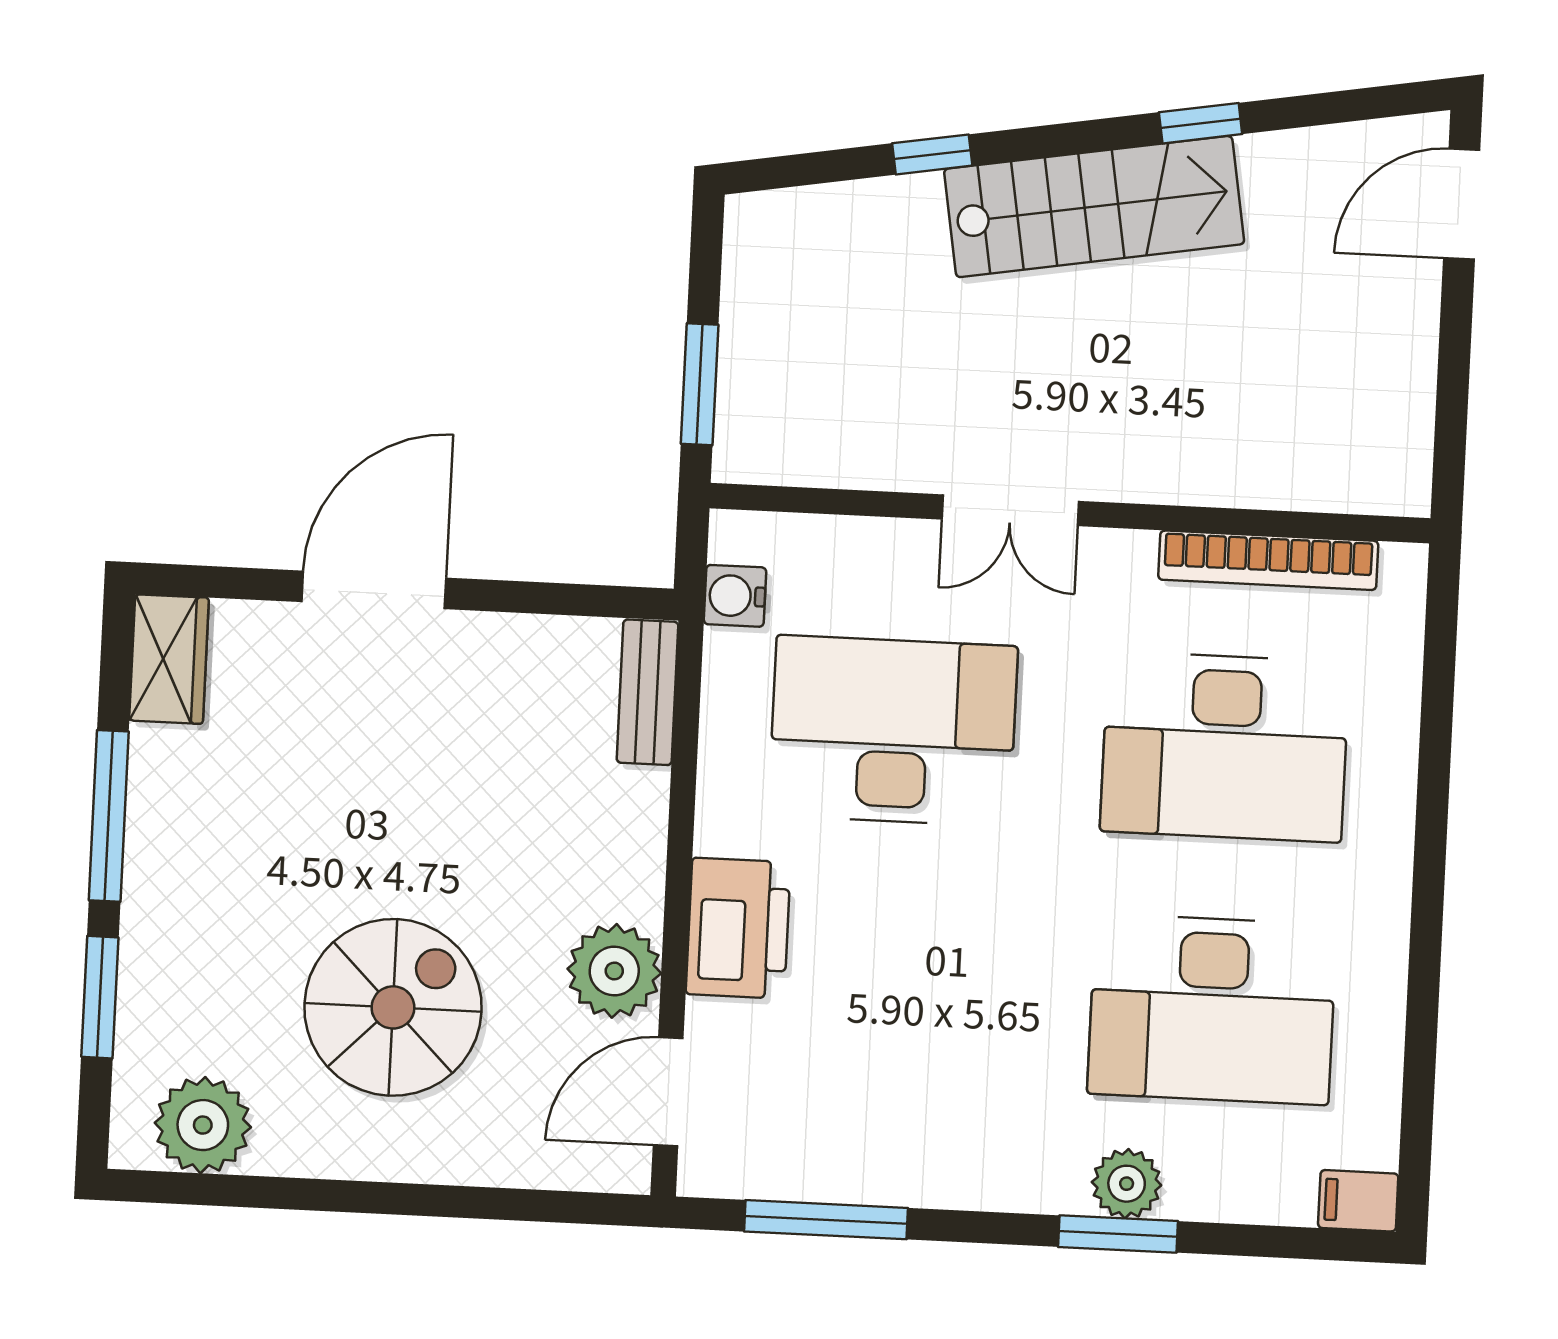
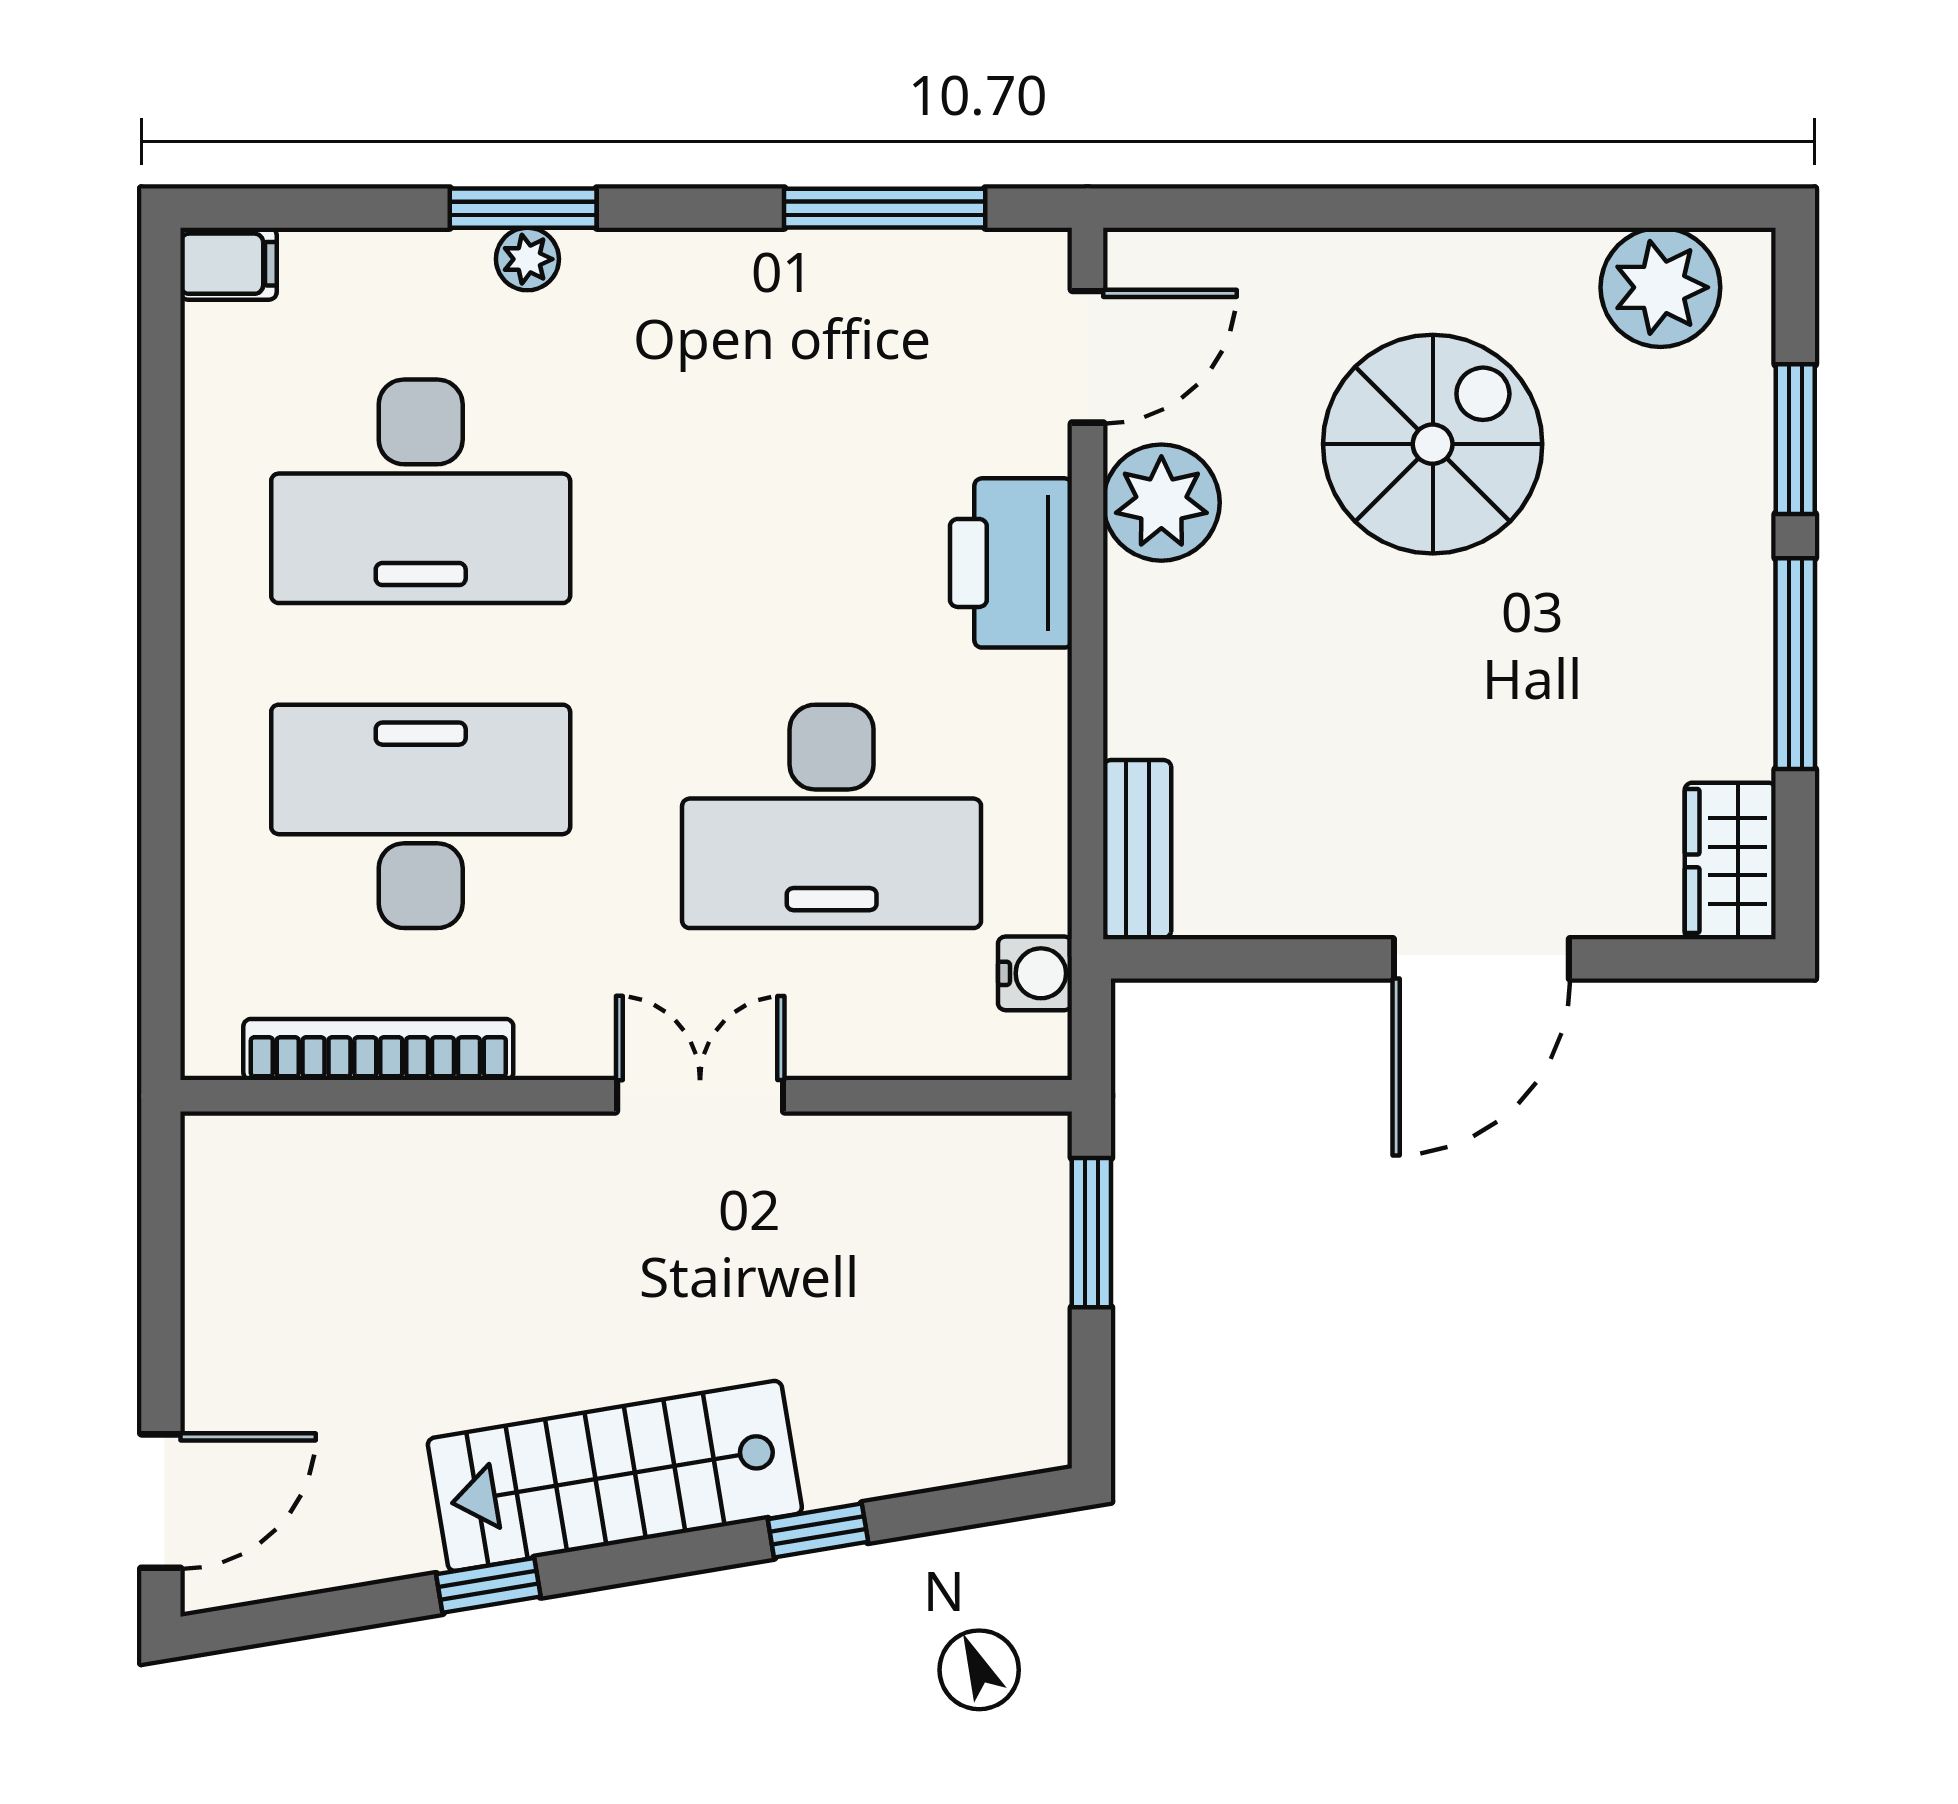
spiral stairs: (393, 1007) -> (1433, 444), turned 180
desk: (1212, 1009) -> (421, 491), turned 180
plant: (1127, 1184) -> (527, 259), width x0.73, depth x0.73

